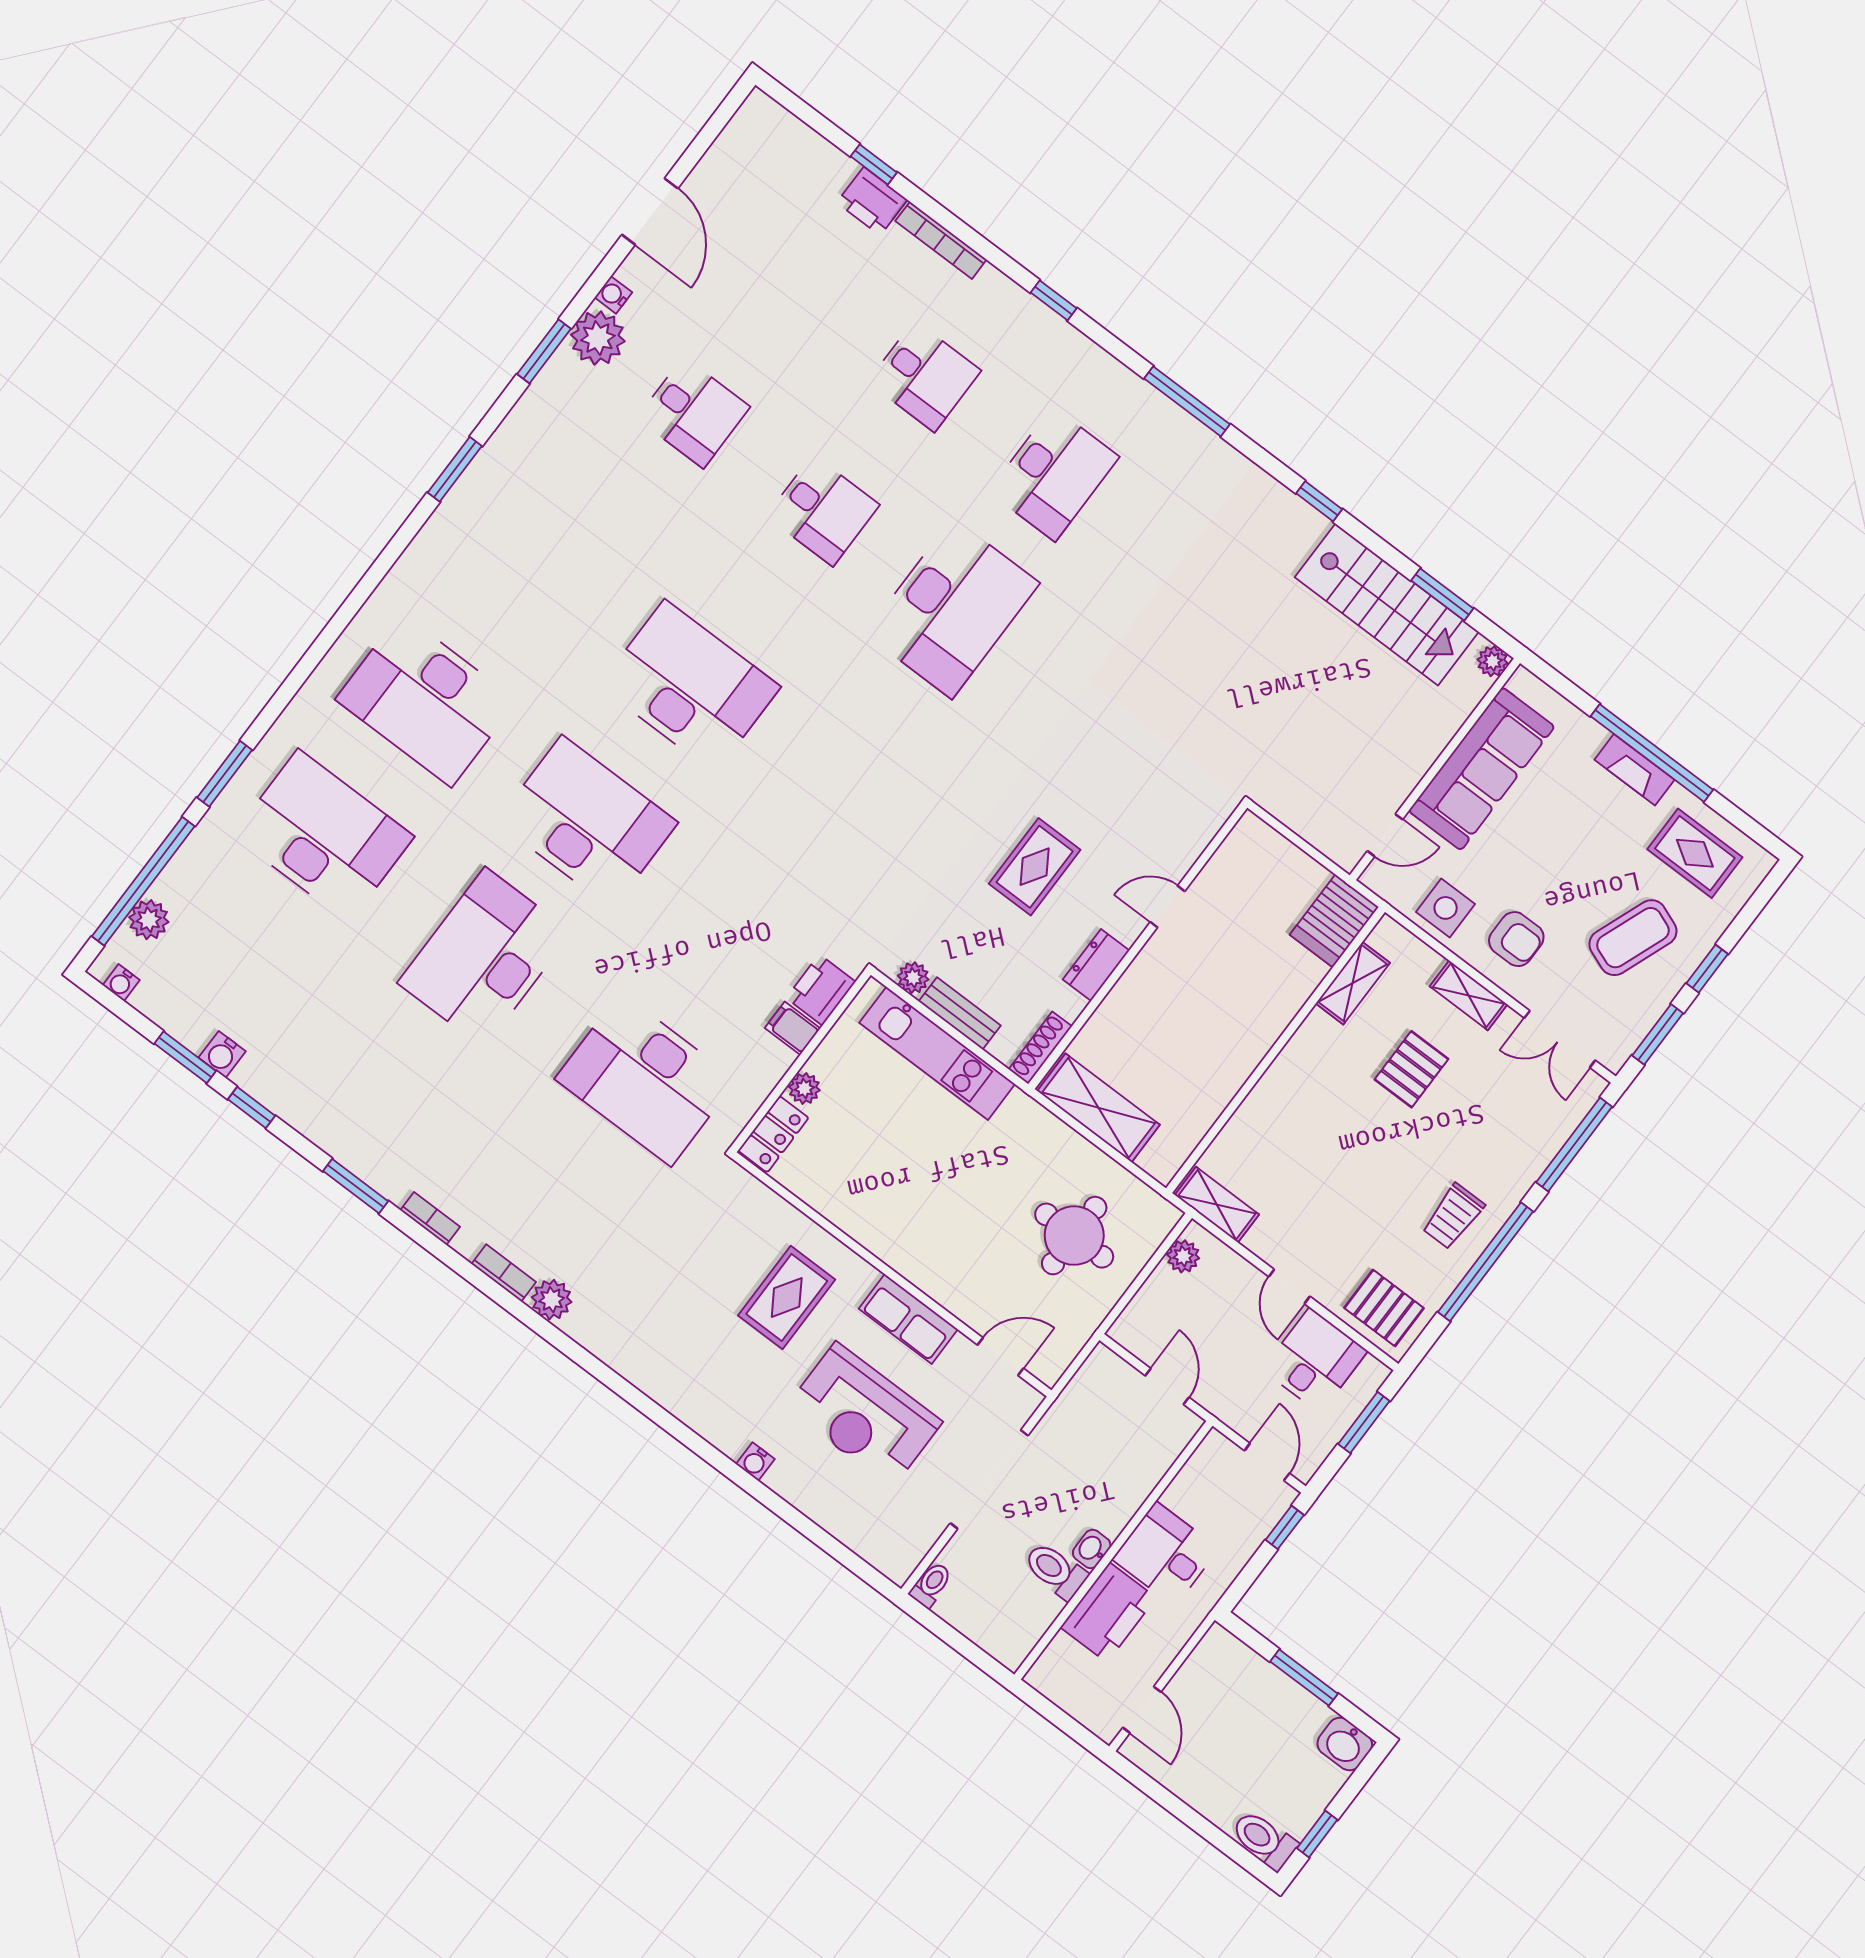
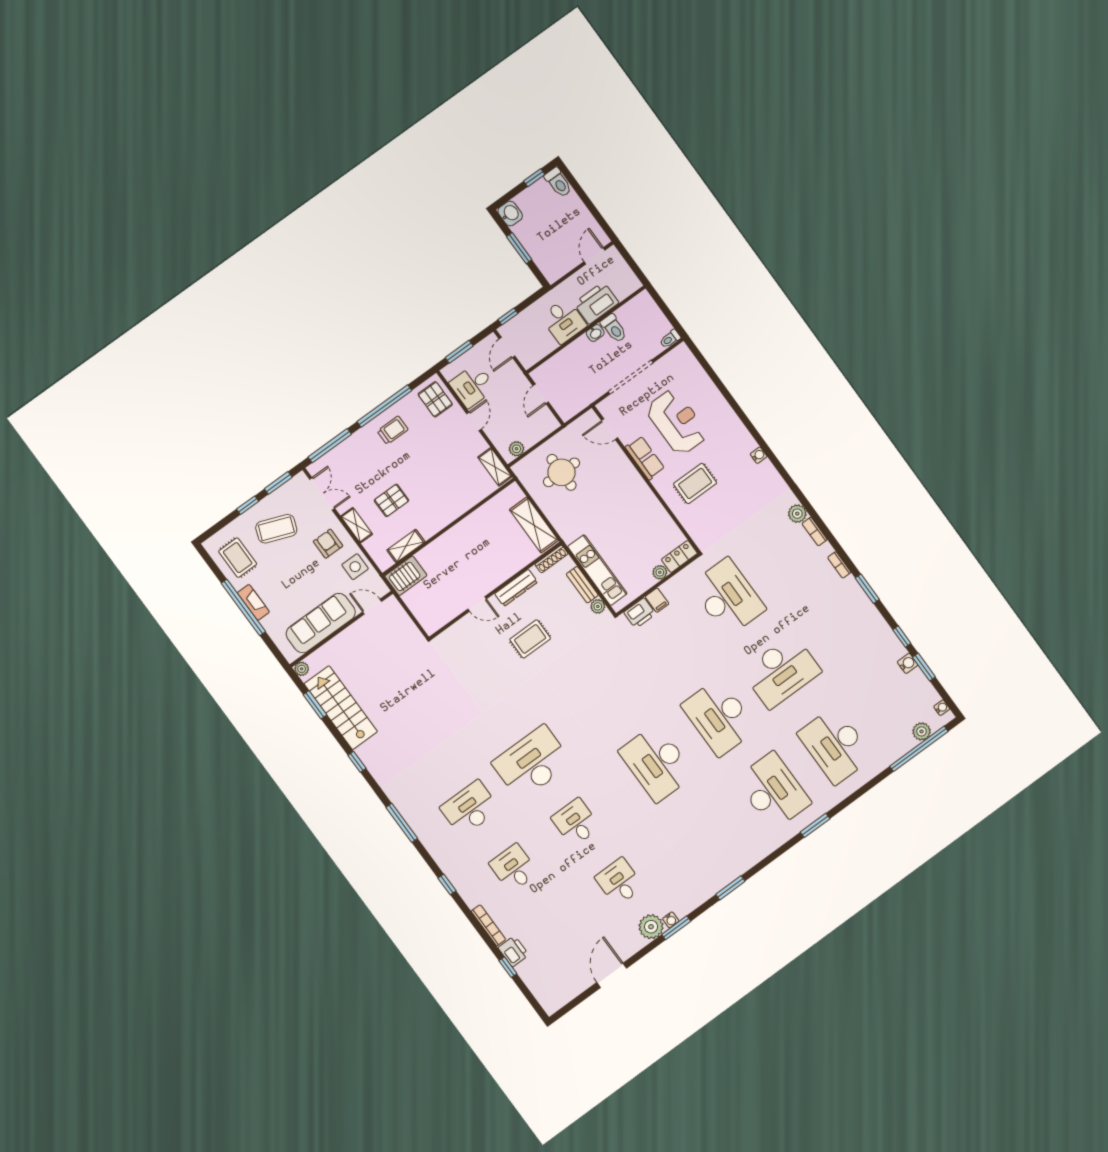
water cooler: (613, 295) -> (671, 920), moved
window: (225, 774) -> (815, 825), moved
dresser: (1096, 965) -> (516, 588), width x1.44
water cooler: (755, 1462) -> (759, 455), moved

